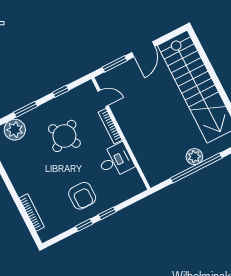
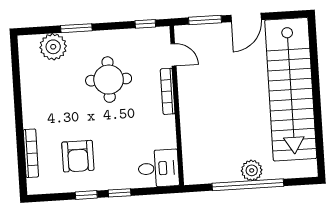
window: (61, 91) -> (145, 24), moved
round table: (64, 136) -> (109, 80), turned 31
desk: (116, 161) -> (159, 168), moved
armchair: (82, 196) -> (78, 156), moved

